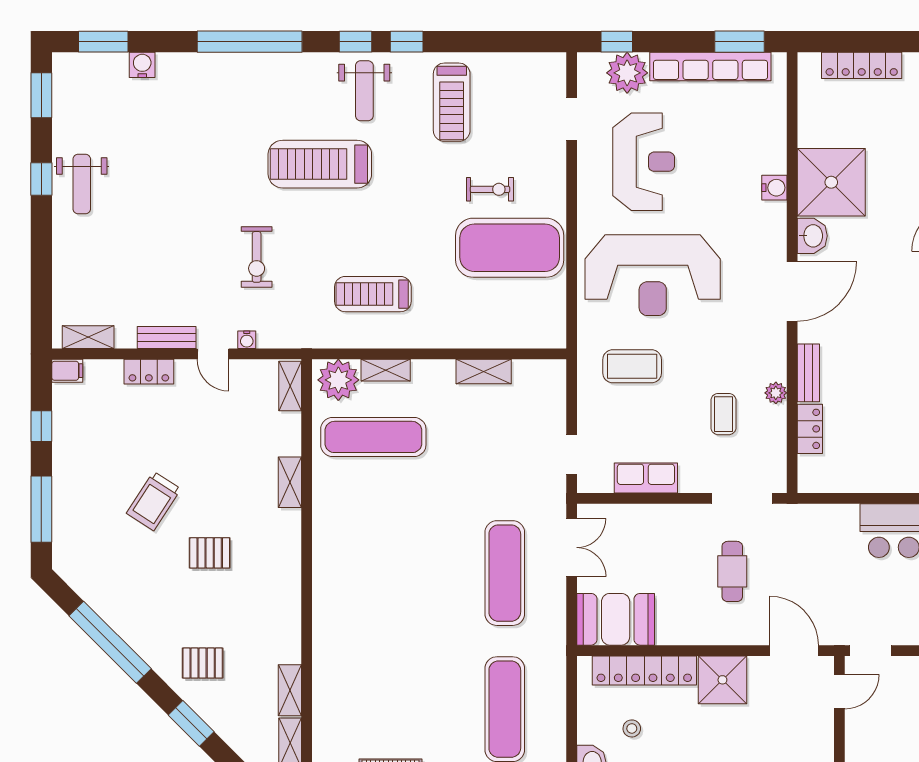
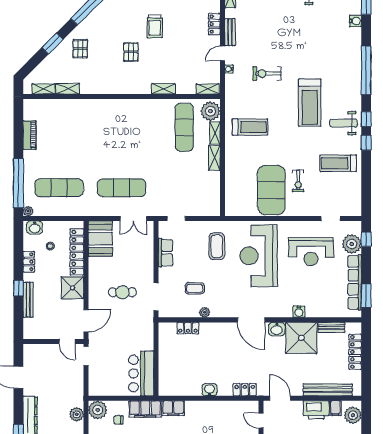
treadmill: (320, 164) -> (310, 103), turned 180
treadmill: (373, 294) -> (250, 127), turned 90
shelving: (484, 371) -> (214, 158), moved
bench: (808, 373) -> (331, 327), moved
trolley: (154, 501) -> (155, 26), turned -123

